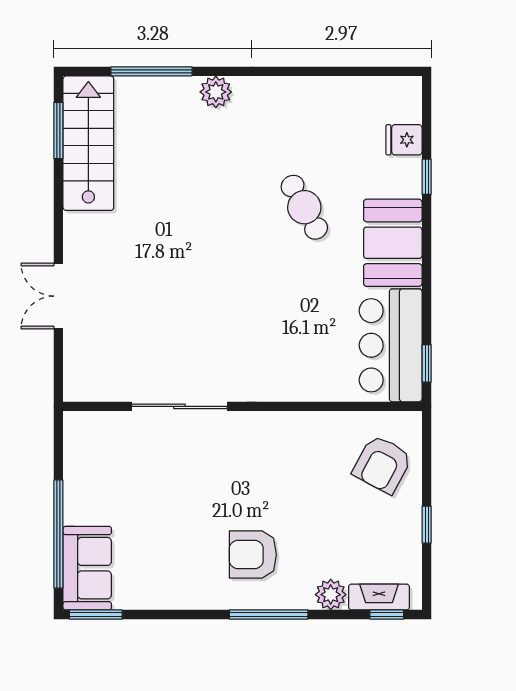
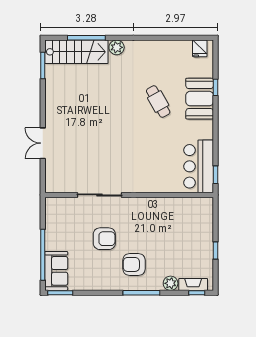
fridge: (404, 140) -> (200, 48), moved, turned -90
stairs: (88, 143) -> (76, 52), moved, turned 90
booth: (393, 243) -> (200, 99), moved
armchair: (382, 464) -> (104, 239), moved, turned -118

